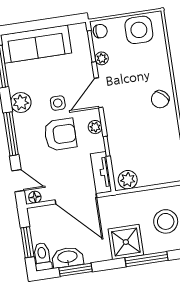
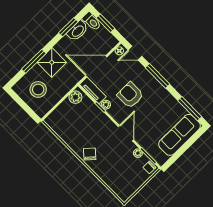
side table: (139, 30) -> (129, 184), removed
plant: (21, 102) -> (165, 97), removed
side table: (58, 103) -> (144, 111), removed
plant: (95, 127) -> (106, 105), moved
armchair: (60, 134) -> (130, 95), turned 90

